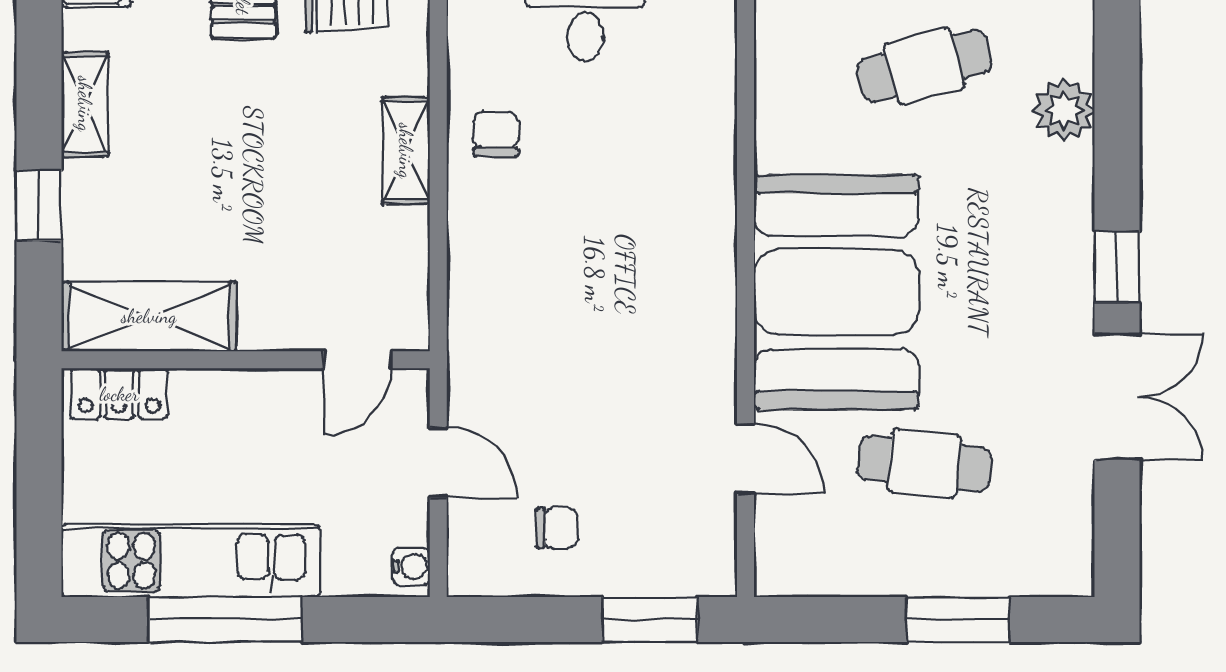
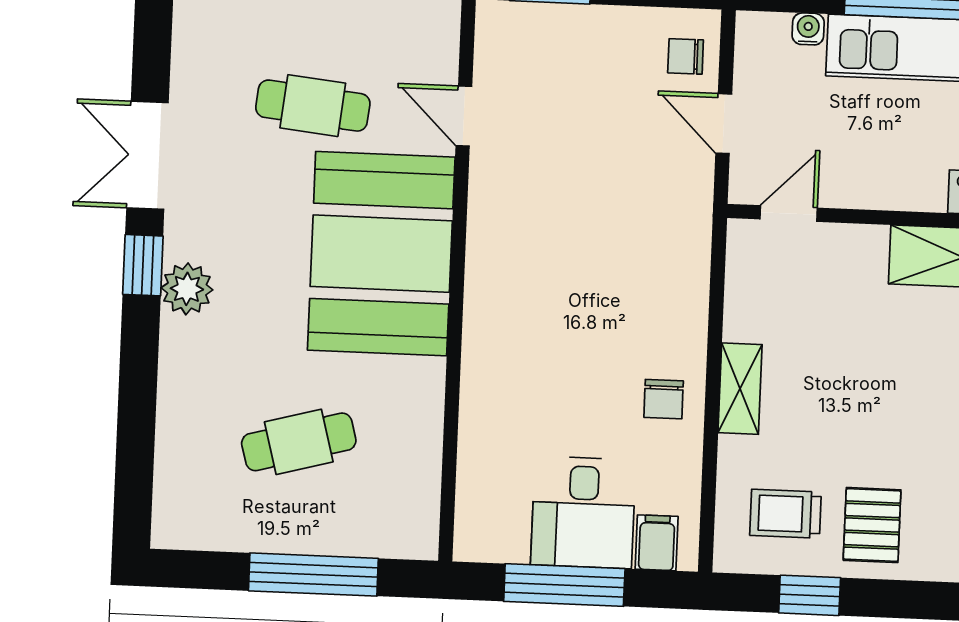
plant: (1064, 110) -> (187, 289), moved
chair: (557, 528) -> (686, 56), moved
water cooler: (411, 567) -> (808, 29), moved, turned 90

